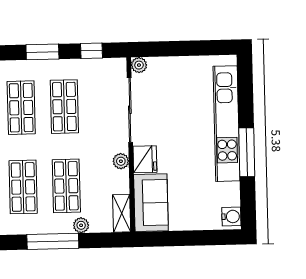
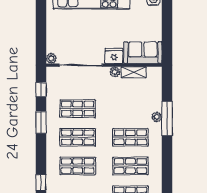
shop shelf: (66, 186) -> (130, 109), removed
shelving: (122, 213) -> (134, 72), moved
plant: (81, 225) -> (157, 117), moved

